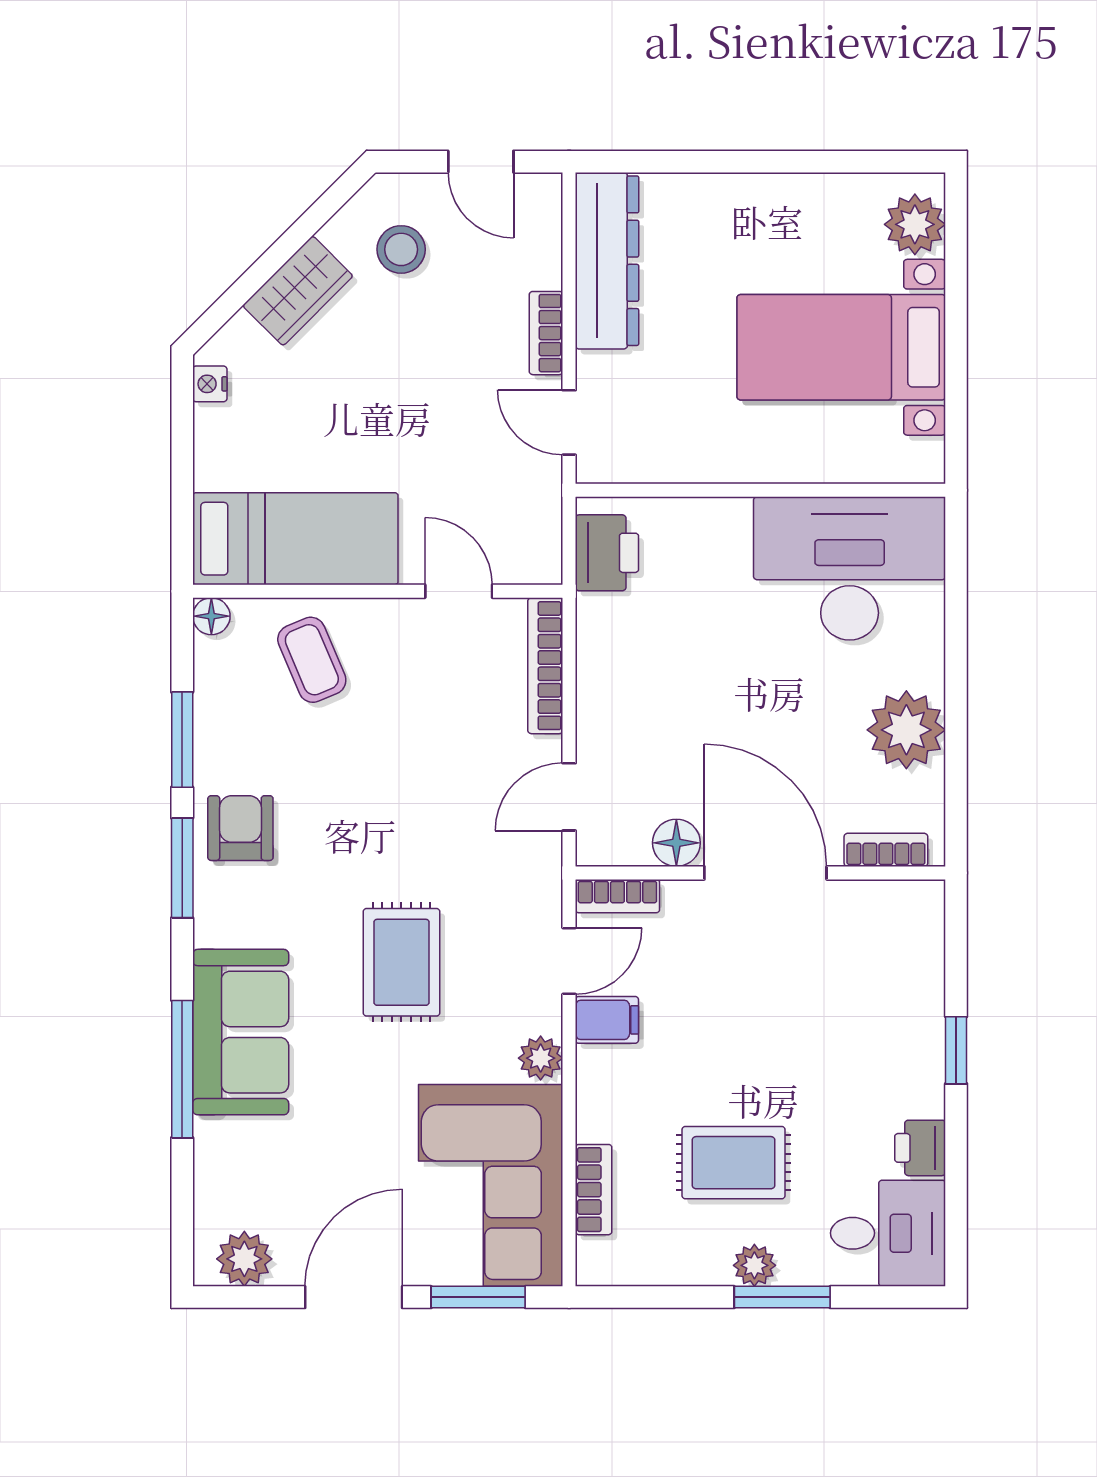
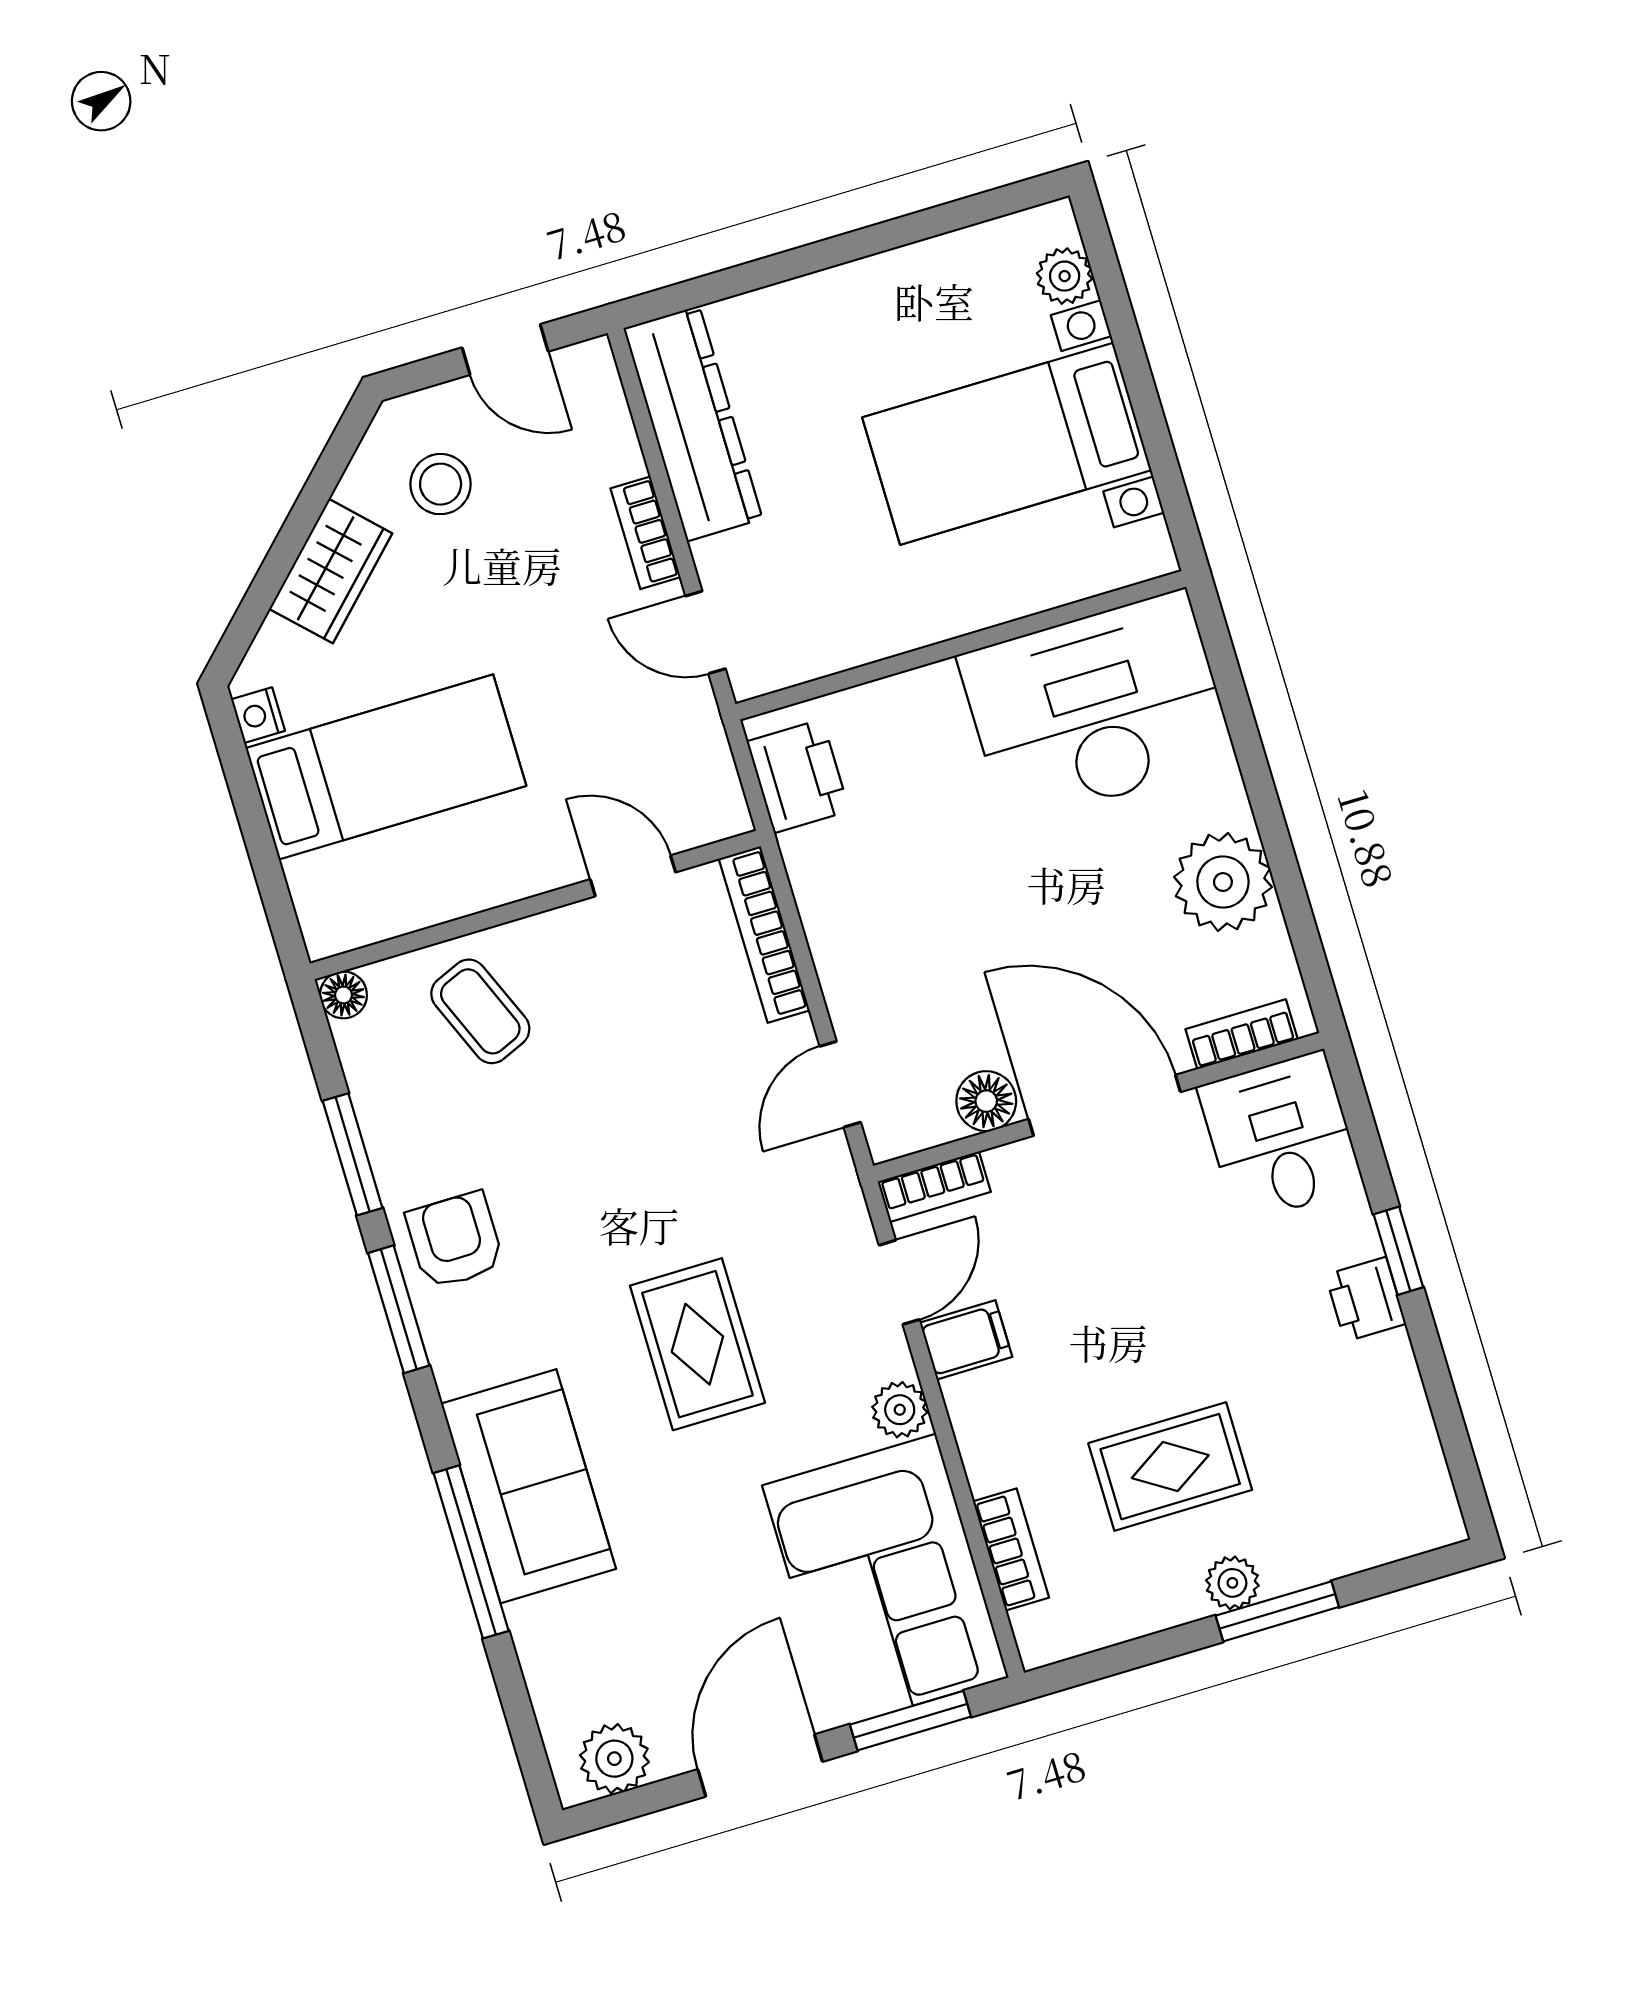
plant: (915, 224) -> (1065, 276), width x0.73, depth x0.73
bed: (295, 539) -> (386, 767), moved
printer: (920, 1148) -> (1366, 1299), moved
desk: (888, 1233) -> (1280, 1137), moved, turned -90

